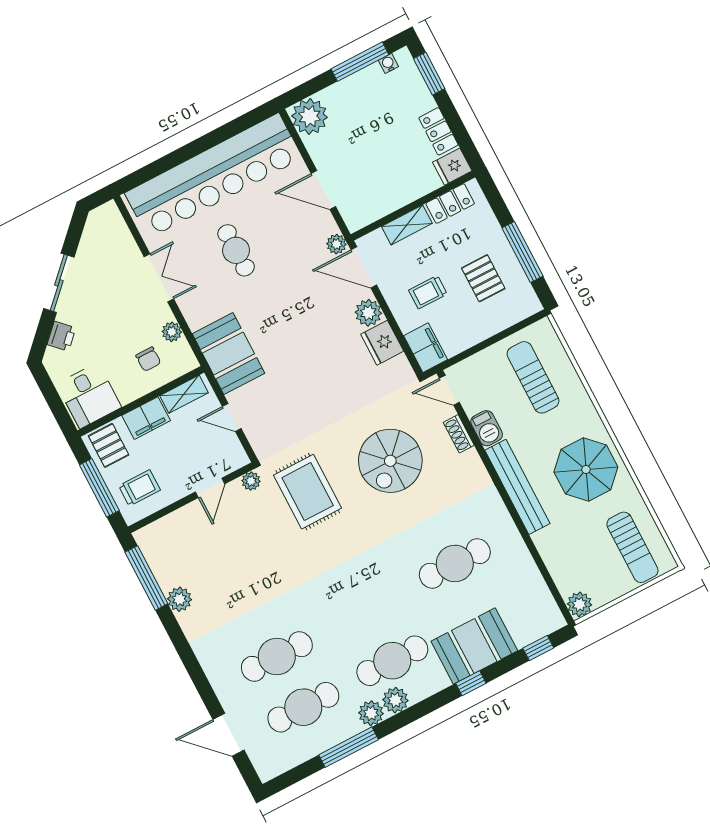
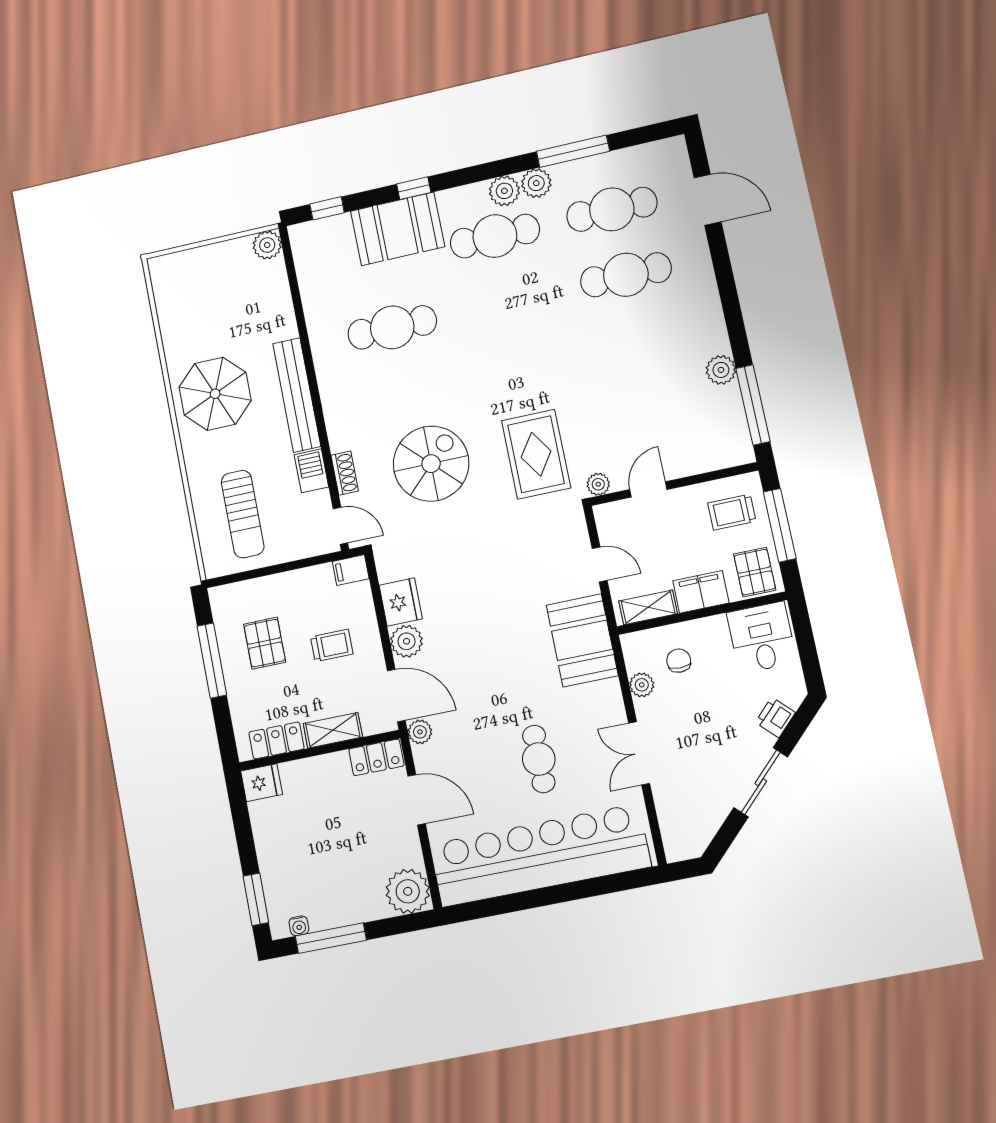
locker: (438, 131) -> (376, 757), moved, turned 90
filing cabinet: (426, 348) -> (351, 570), width x0.50
sun lounger: (632, 547) -> (190, 293), removed

